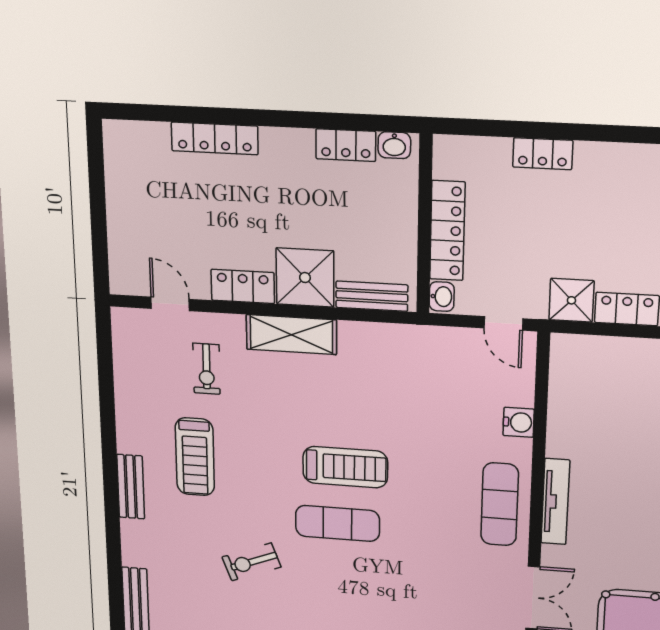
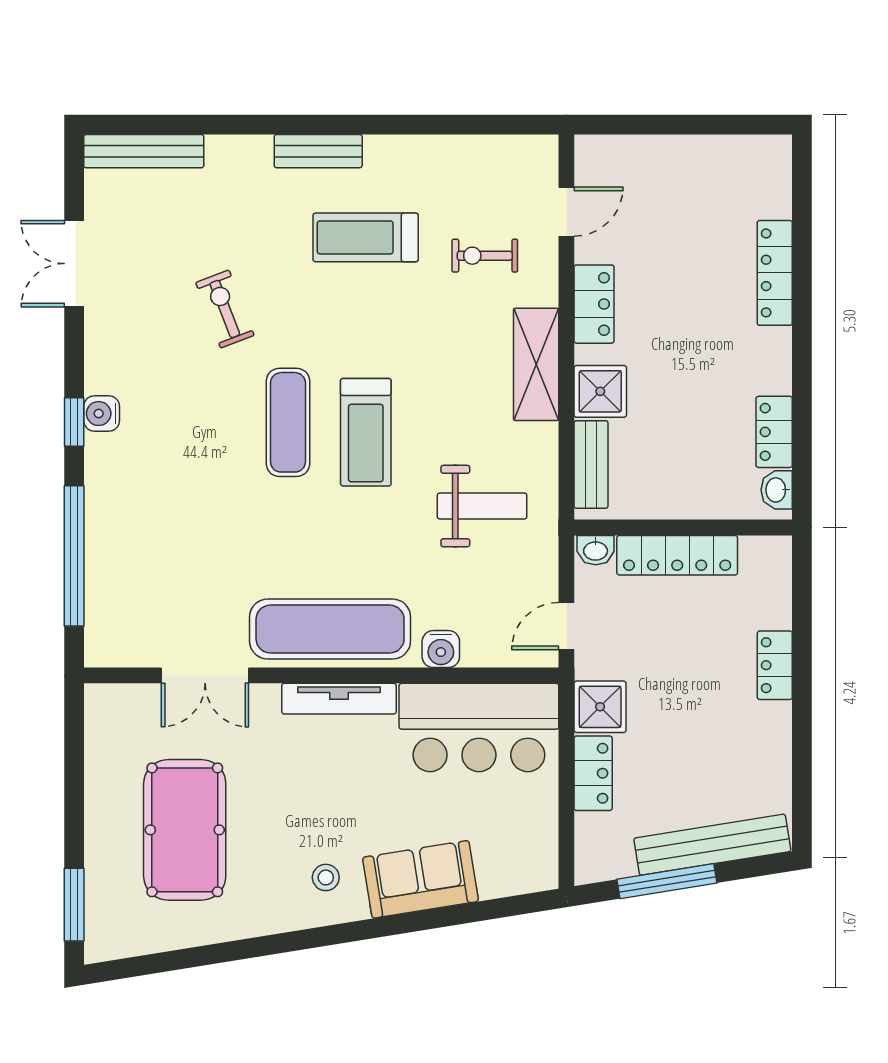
shower: (305, 278) -> (600, 391), width x0.73, depth x0.73
weight bench: (404, 383) -> (482, 506), added
bar counter: (584, 397) -> (479, 728), added
exercise mat: (500, 504) -> (330, 629), width x1.36, depth x1.45

